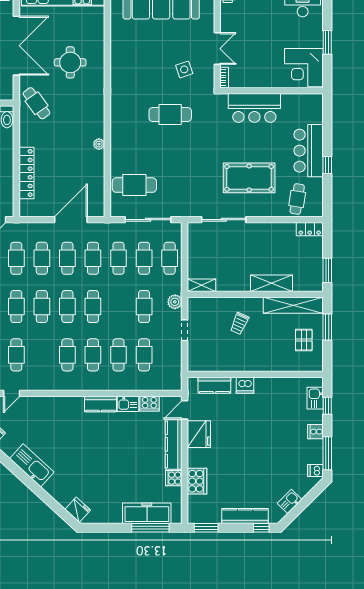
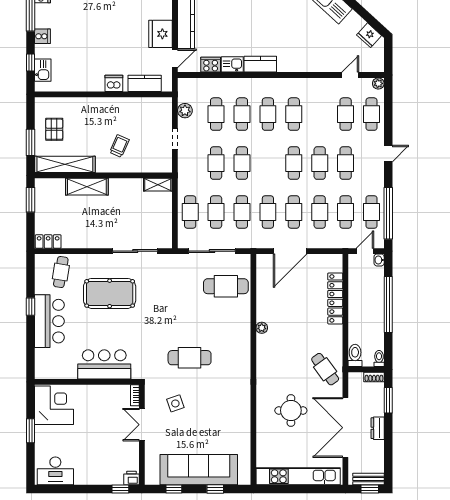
plant: (175, 302) -> (185, 111), moved
cafe table: (93, 307) -> (242, 163), moved

